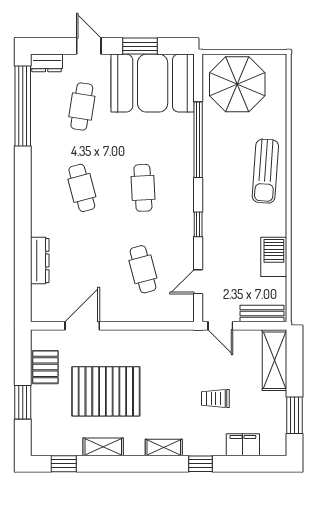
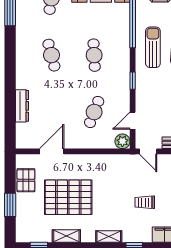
sun lounger: (227, 177) -> (153, 47), added
cafe table: (143, 269) -> (94, 112), turned 36
plant: (184, 311) -> (122, 141), added

